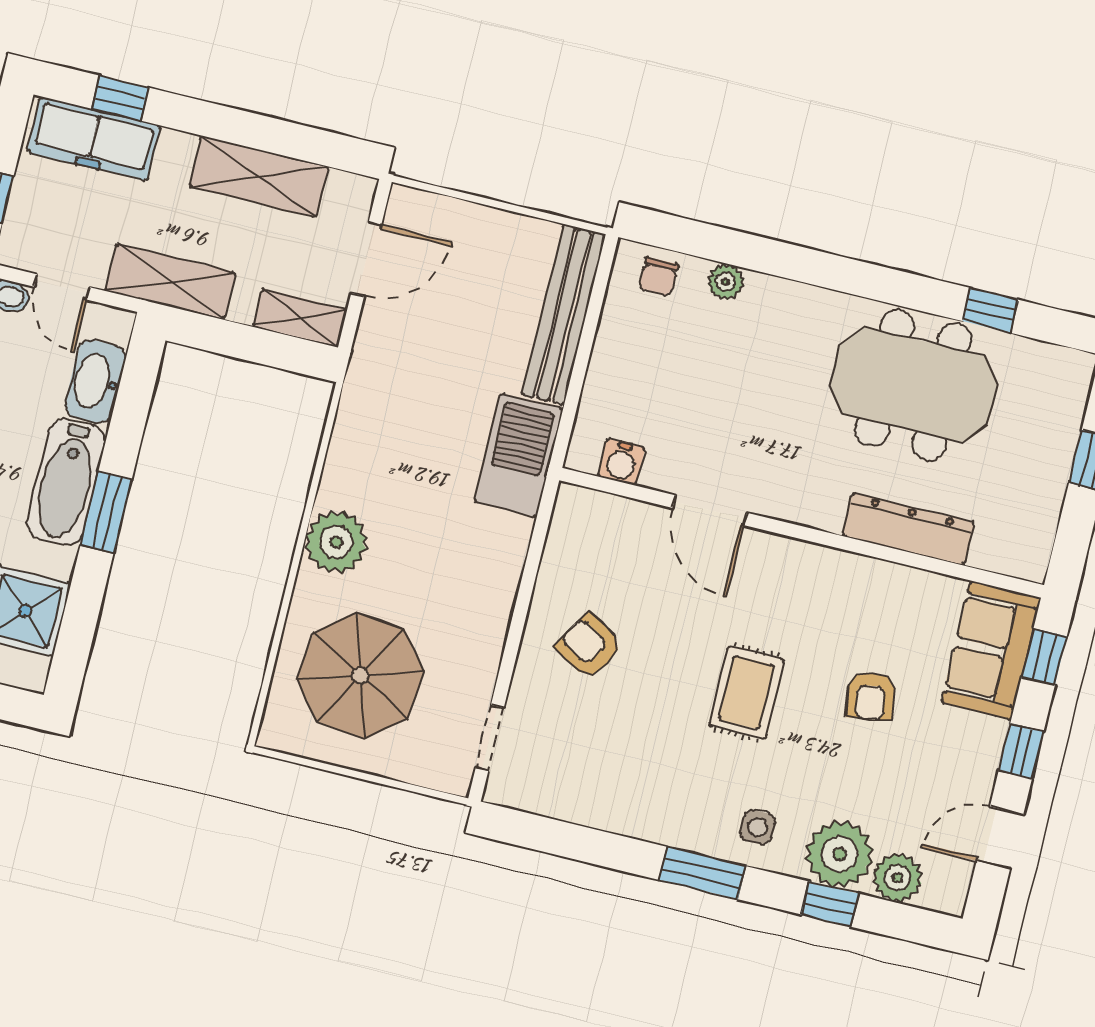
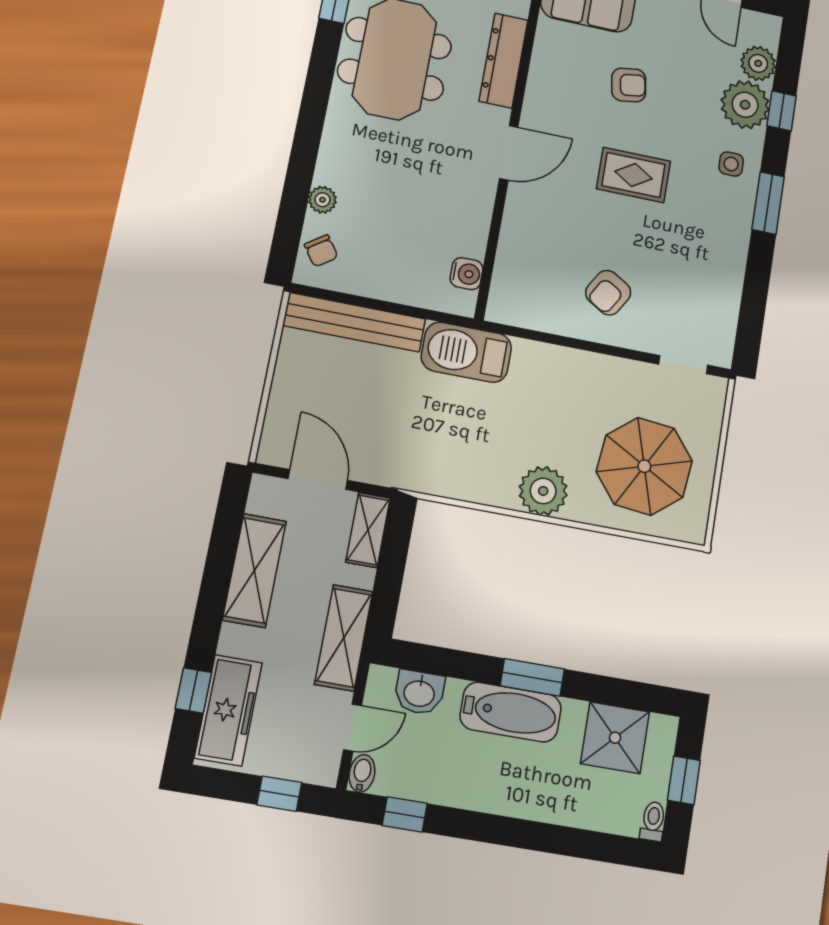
chair: (658, 277) -> (321, 251), turned 55
washbasin: (95, 381) -> (419, 692), width x0.72
door: (710, 510) -> (509, 153), moved

